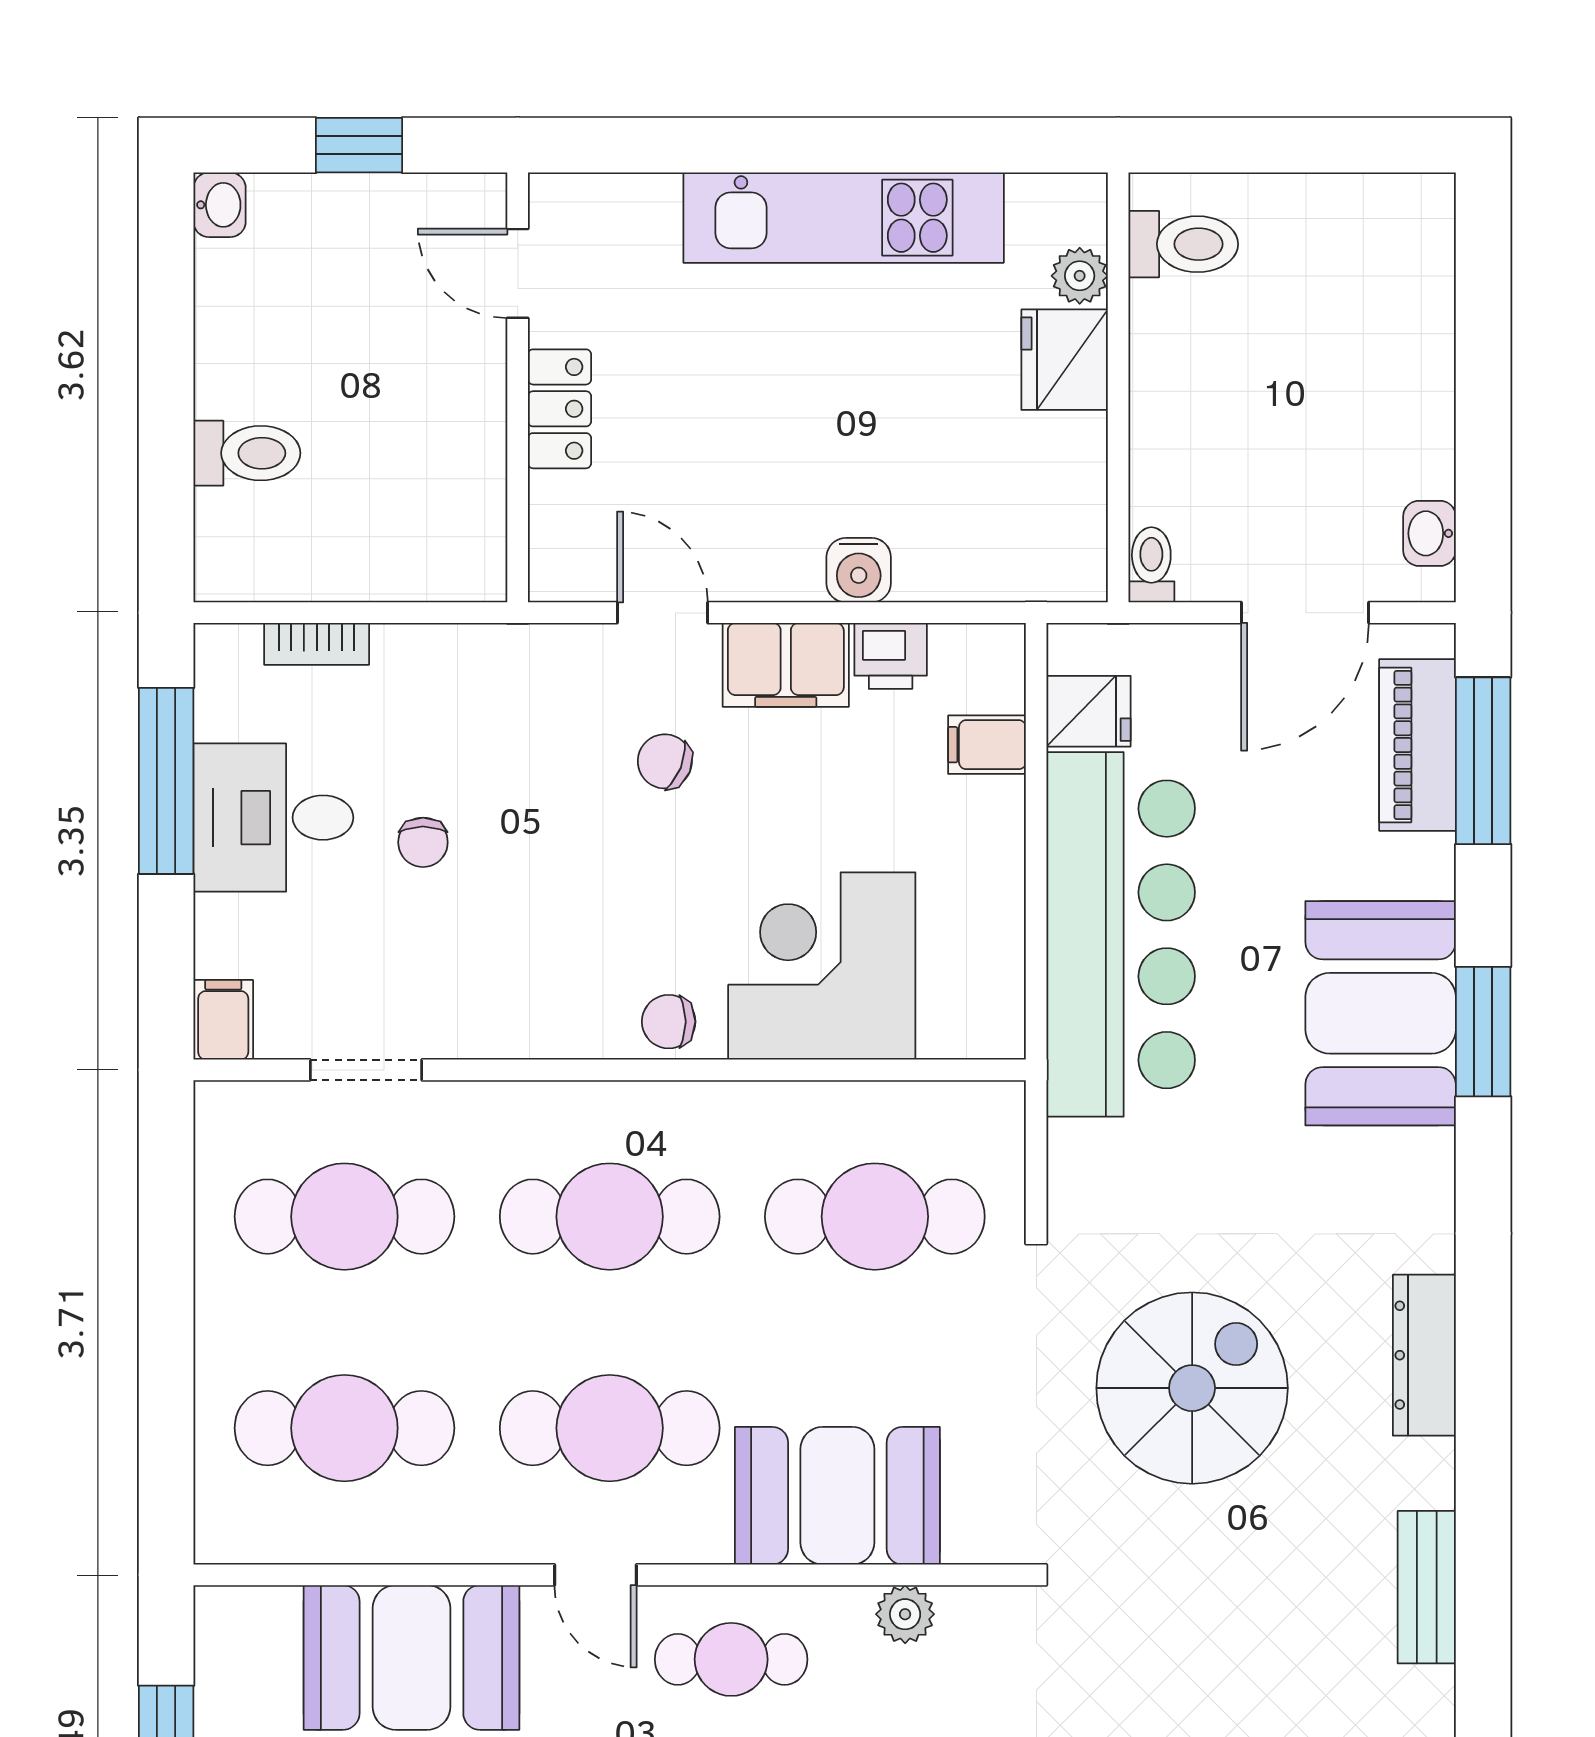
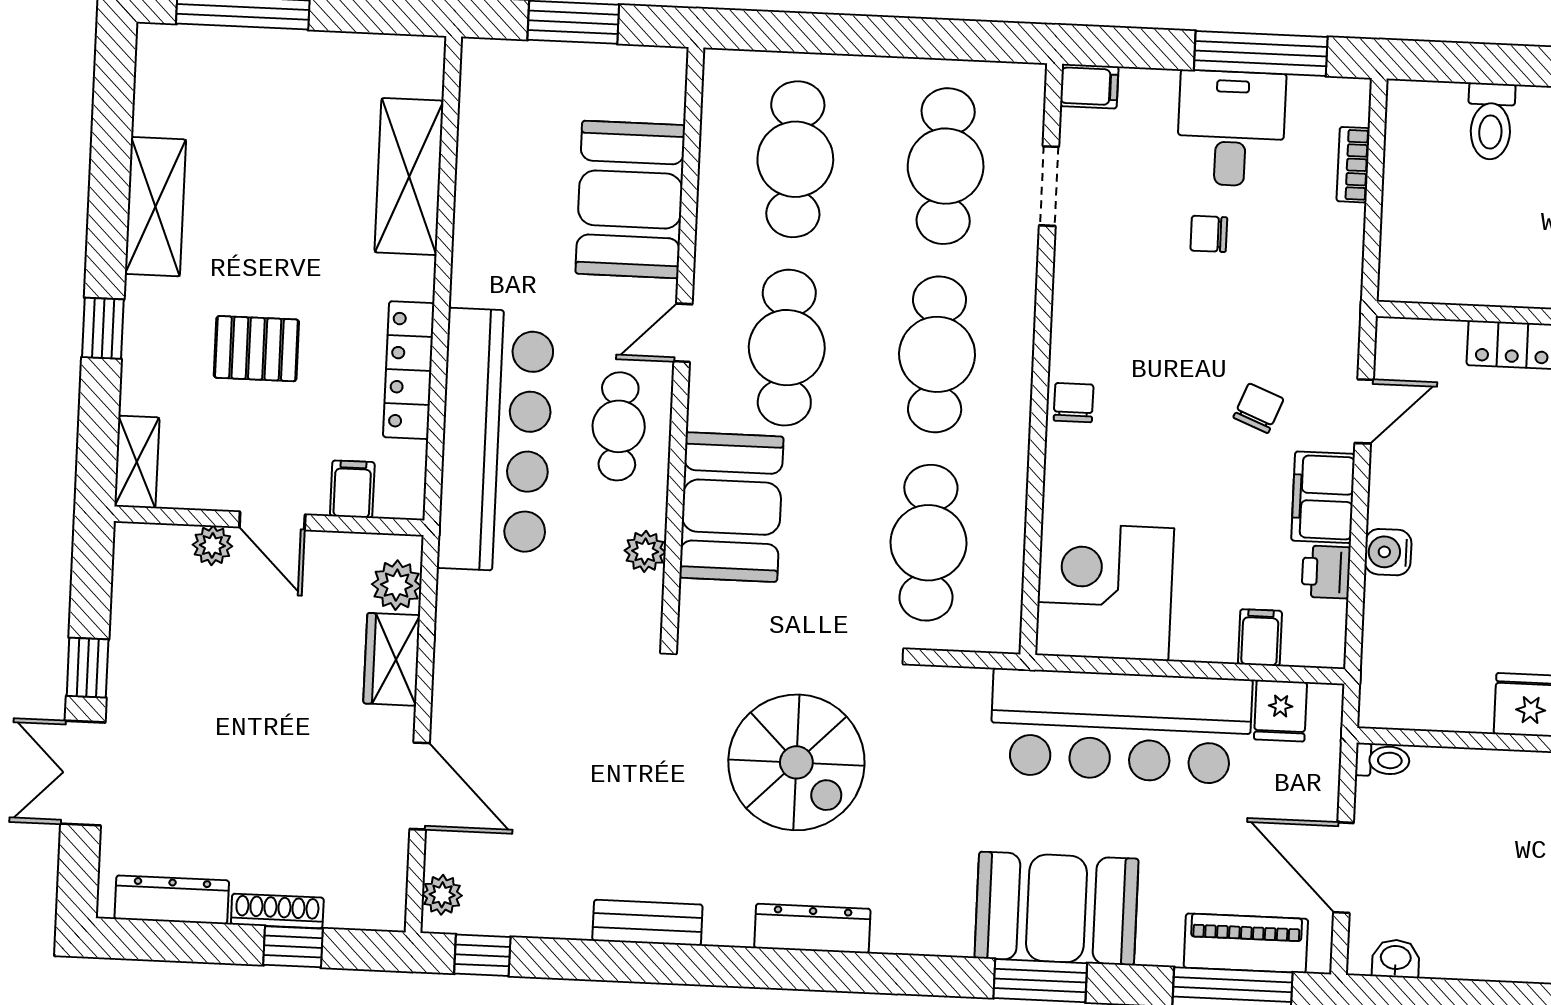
corner desk: (822, 966) -> (1105, 592), moved, turned -90

